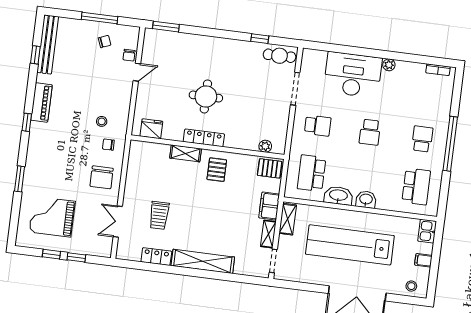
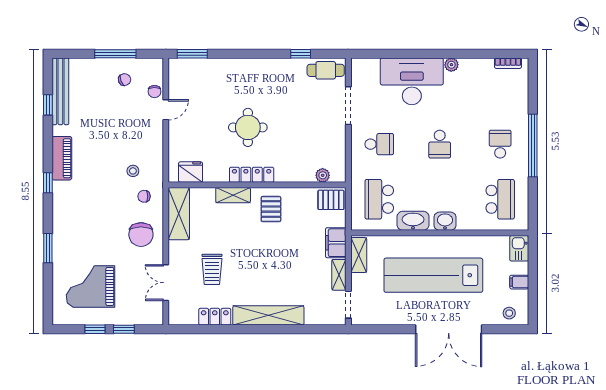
shelving: (137, 163) -> (179, 214), added

